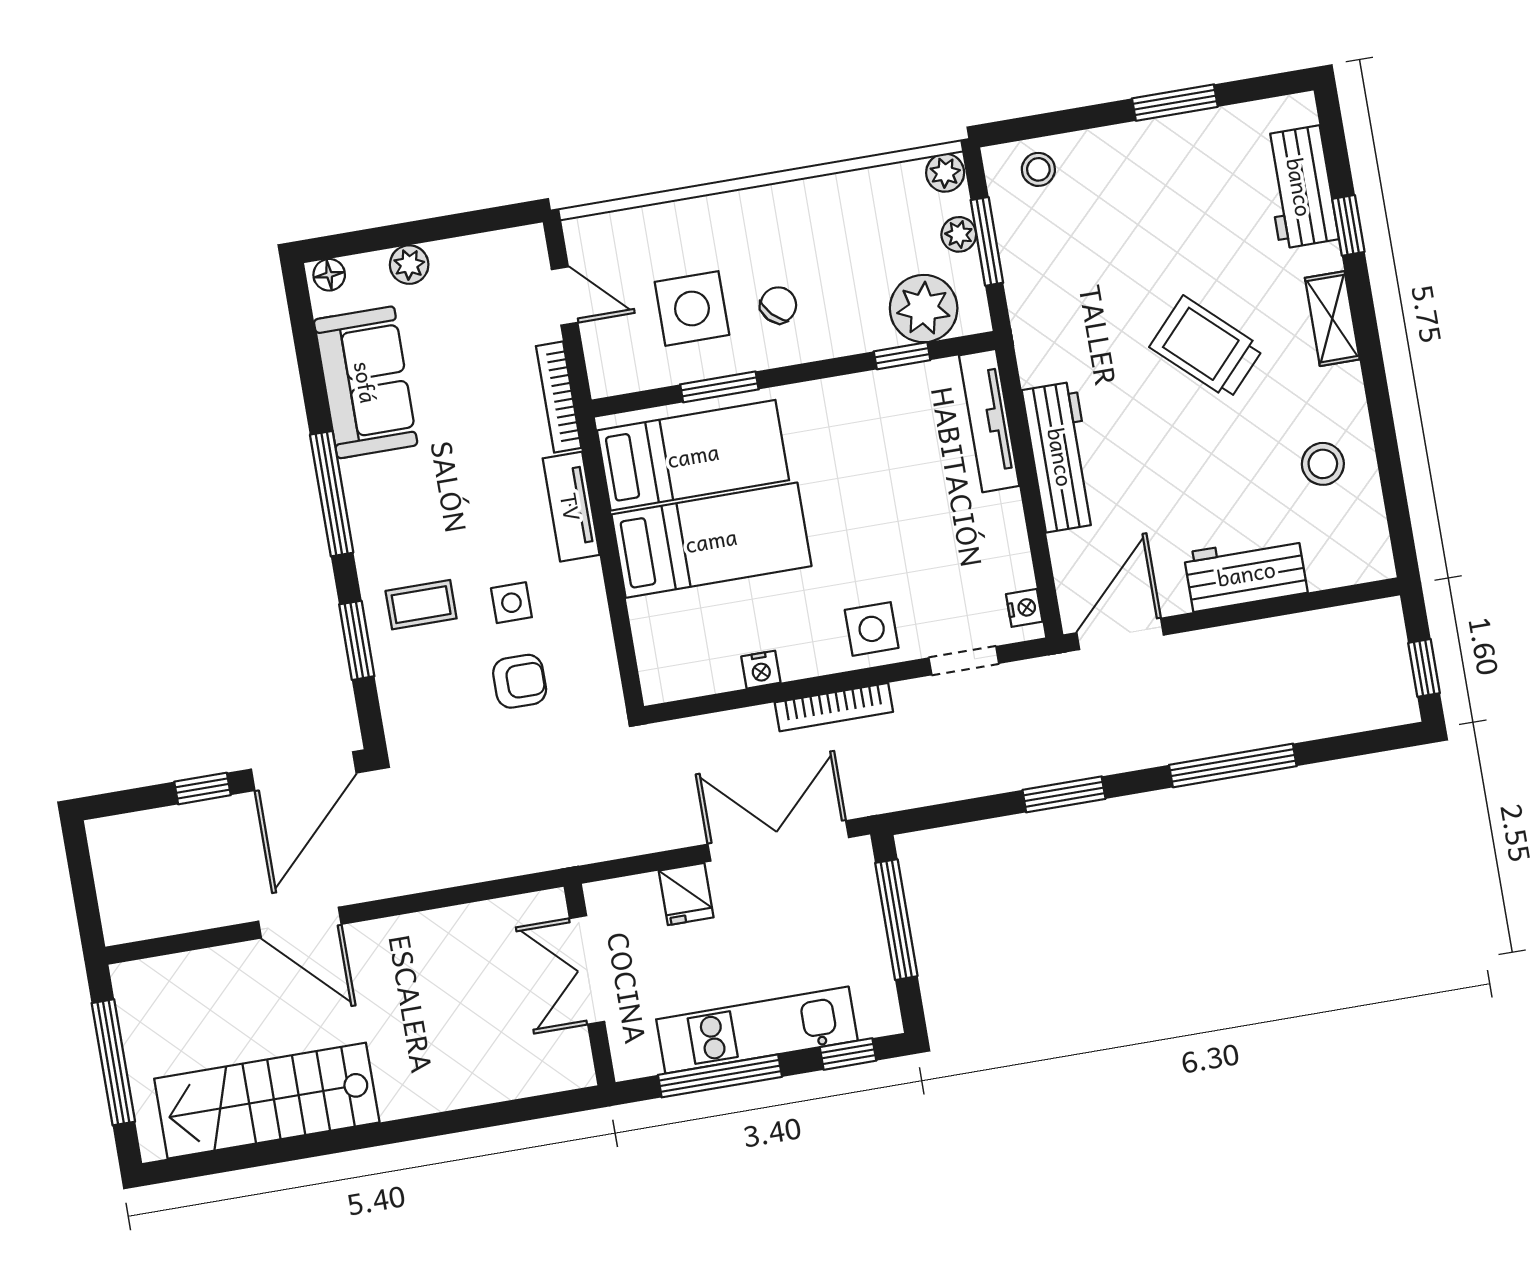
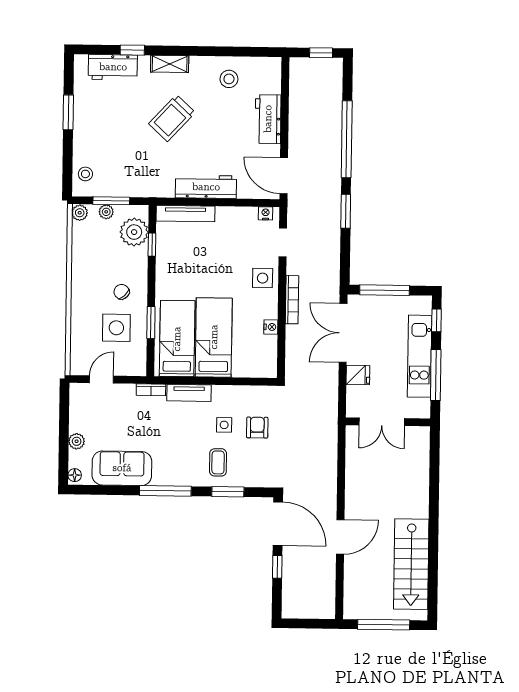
bookcase: (559, 397) -> (151, 390), width x0.64
window: (1233, 765) -> (347, 139), width x1.46

